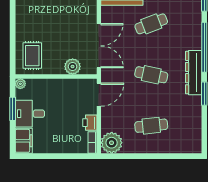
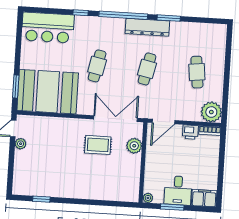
cafe table: (151, 24) -> (97, 66), turned 33
rug: (32, 56) -> (98, 145), moved
door: (99, 95) -> (163, 122), swing flipped

